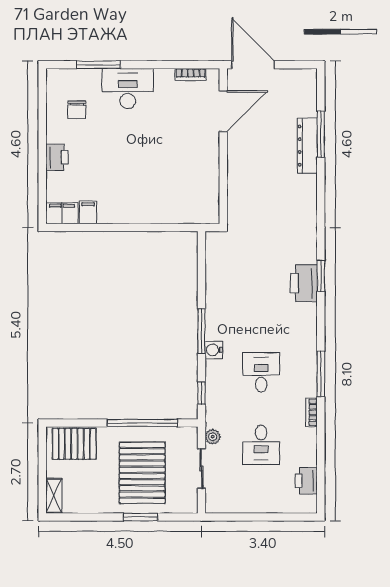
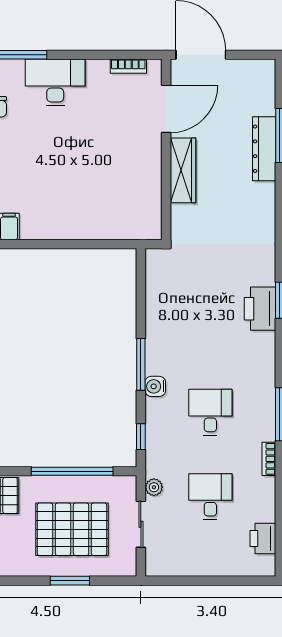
wardrobe: (238, 164) -> (183, 170), added
desk: (261, 445) -> (210, 497), turned 180
pallet: (142, 473) -> (72, 529), turned 90

